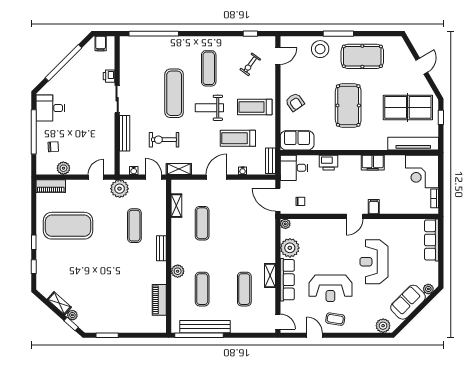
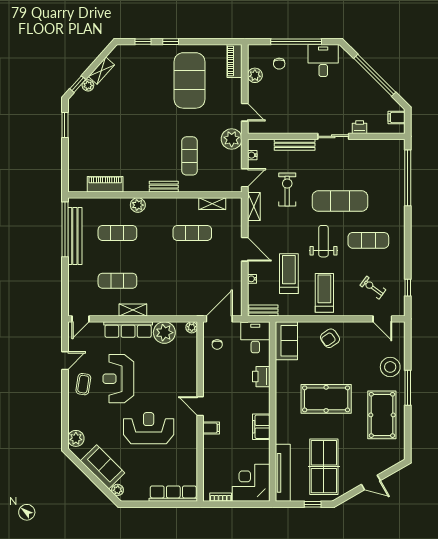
exercise mat: (134, 226) -> (190, 156), turned 90

